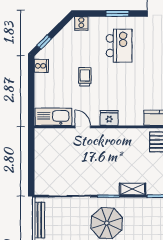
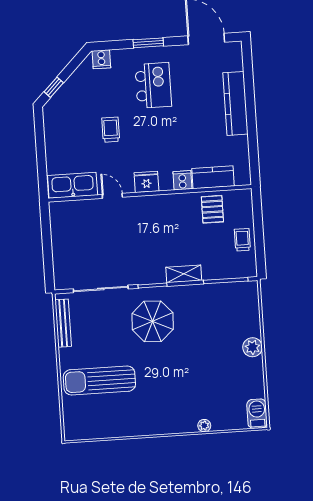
cooker: (41, 66) -> (182, 180), moved, turned -90

